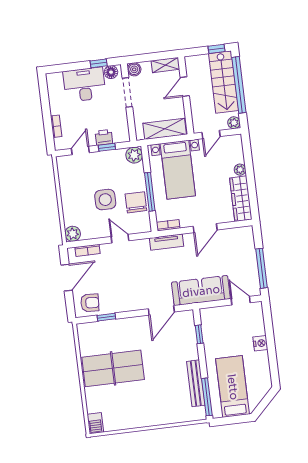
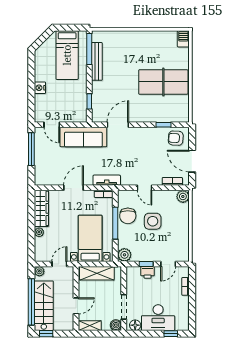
window: (99, 63) -> (171, 334), moved
door: (67, 278) -> (192, 161), hinge flipped

